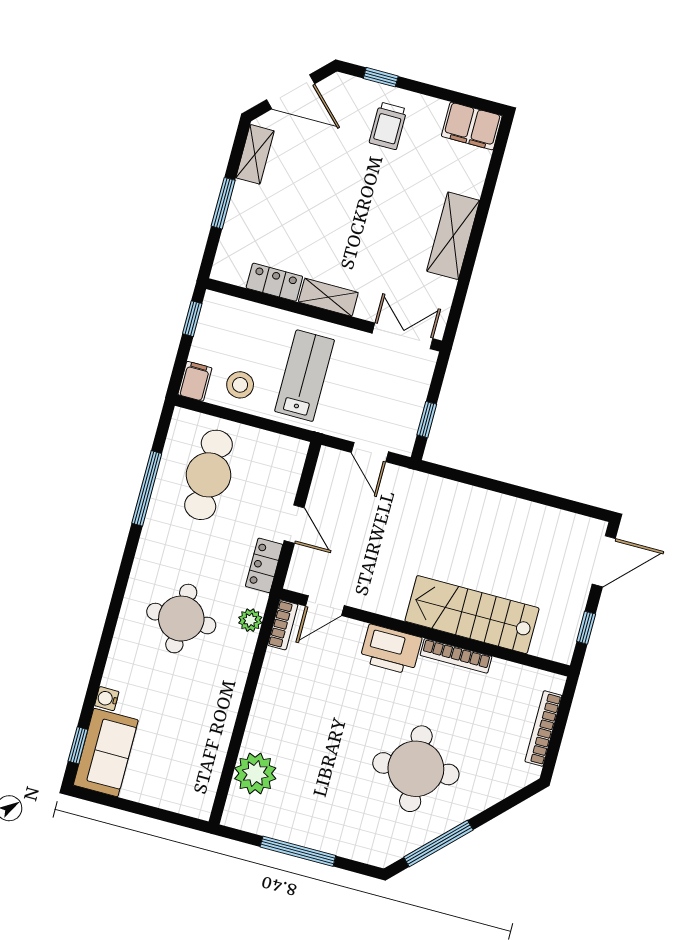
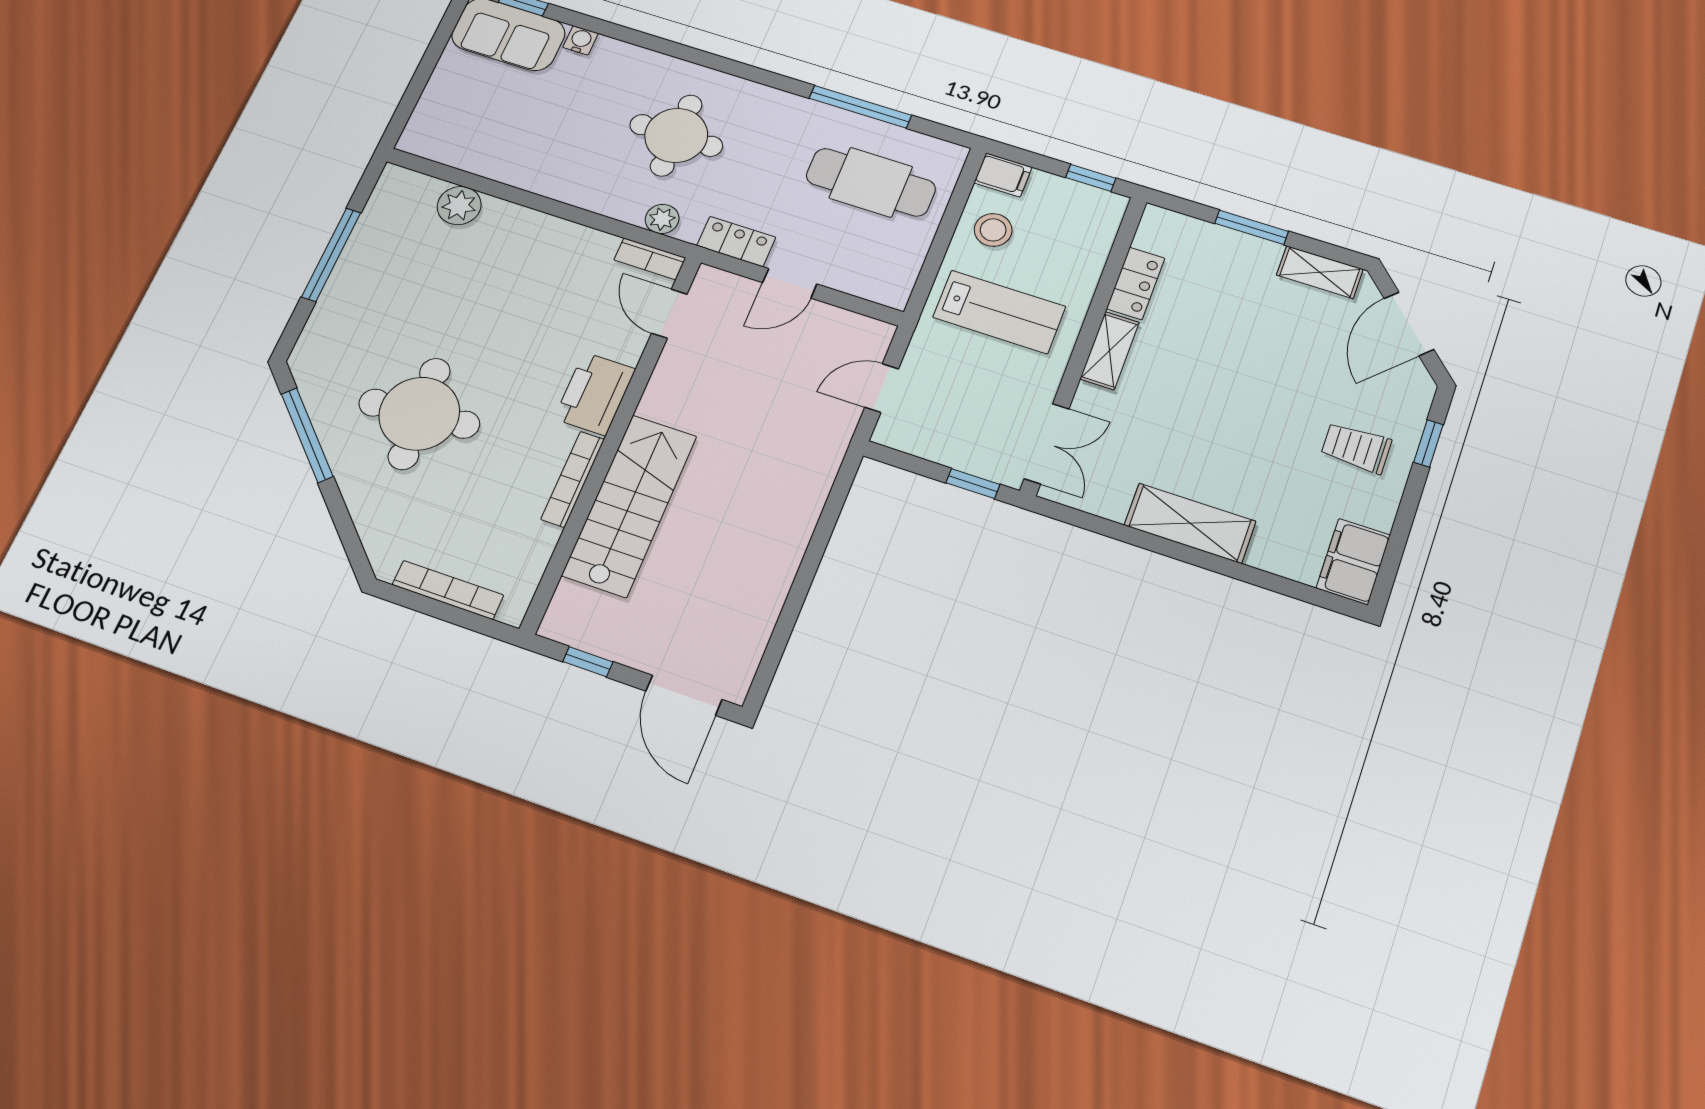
window: (427, 420) -> (973, 484), moved
plant: (255, 773) -> (459, 206), width x0.73, depth x0.73

